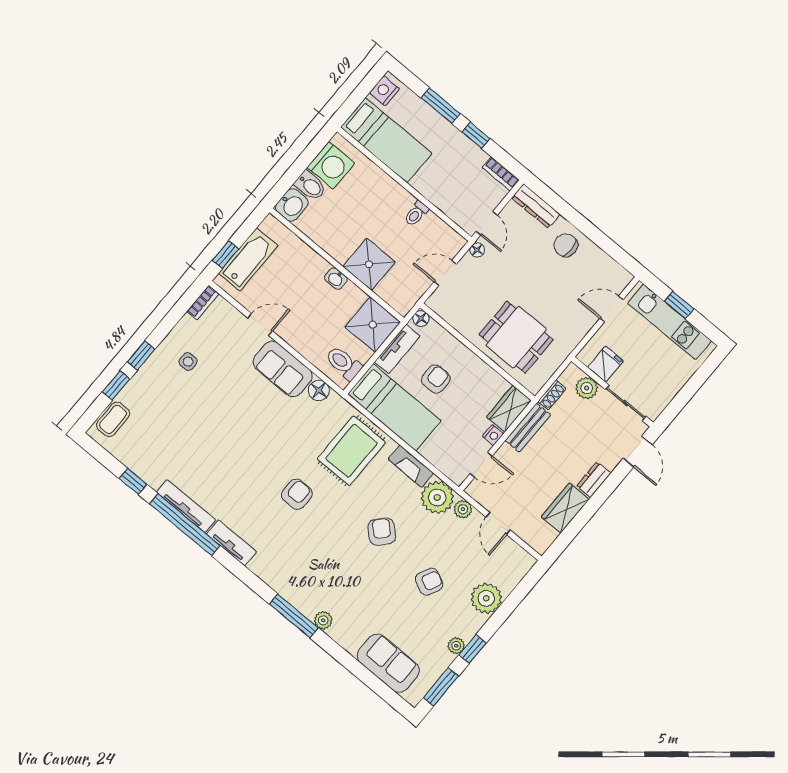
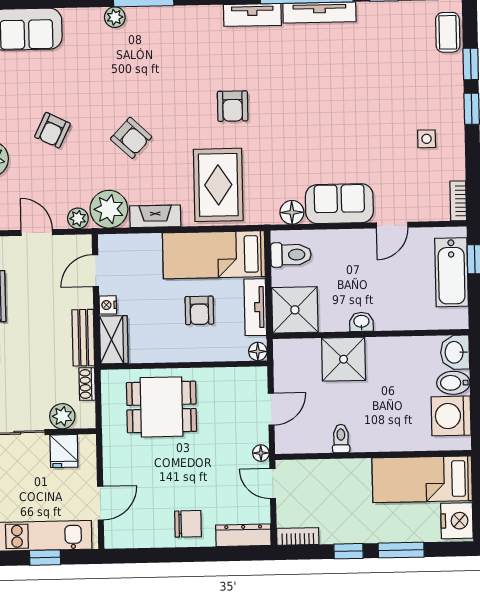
nightstand: (384, 91) -> (457, 521), width x1.36, depth x1.33

